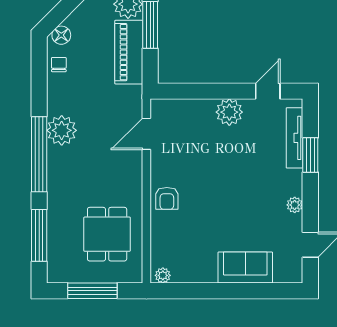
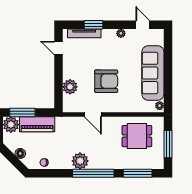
floor lamp: (61, 35) -> (20, 153), moved
plant: (229, 112) -> (70, 87), moved
door: (146, 134) -> (93, 115), moved
armchair: (167, 198) -> (106, 81), moved, width x1.88, depth x1.88
sofa: (245, 268) -> (153, 73), width x1.85, depth x1.27

